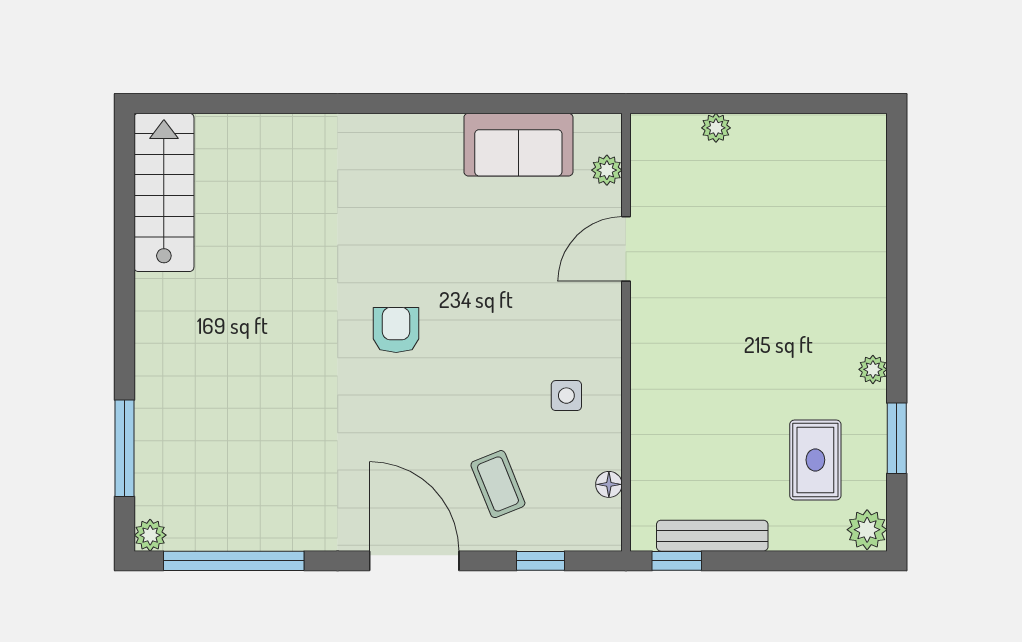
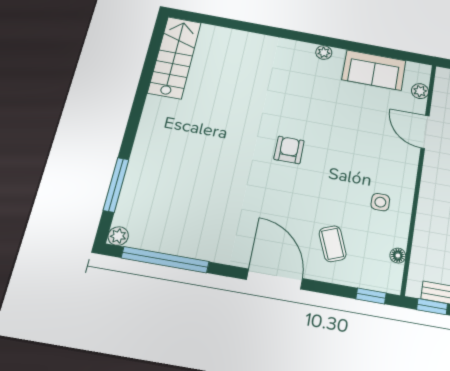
plant: (423, 128) -> (324, 53), added
door: (626, 249) -> (425, 132), hinge flipped
window: (540, 561) -> (371, 296), moved

